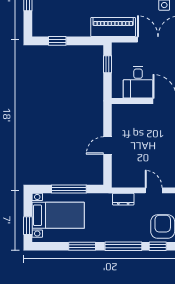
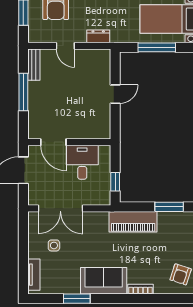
piano: (113, 27) -> (133, 222), moved
window: (57, 41) -> (169, 207), width x1.50

